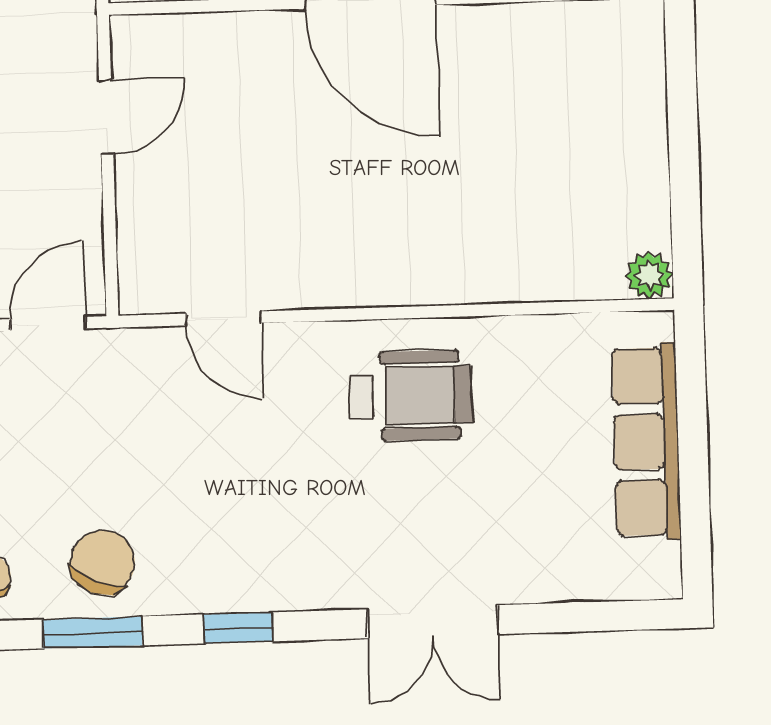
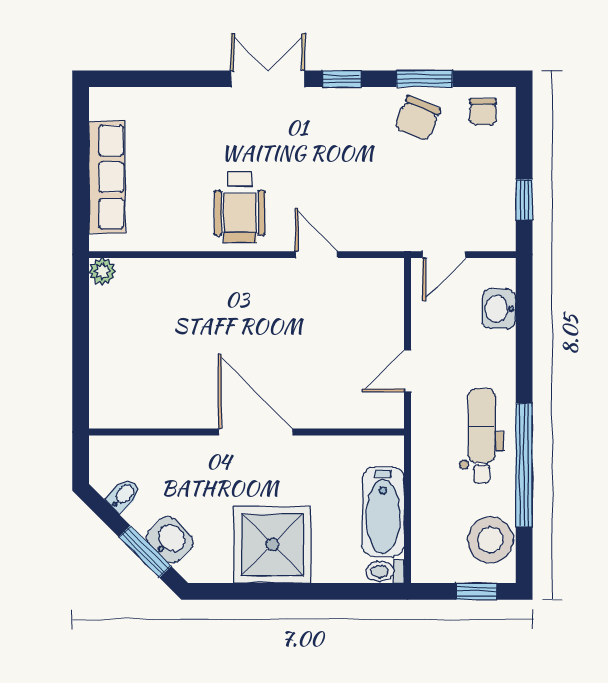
door: (223, 318) -> (317, 255), moved
wheelchair: (410, 396) -> (240, 207), turned -90
double door: (433, 622) -> (268, 79), moved

